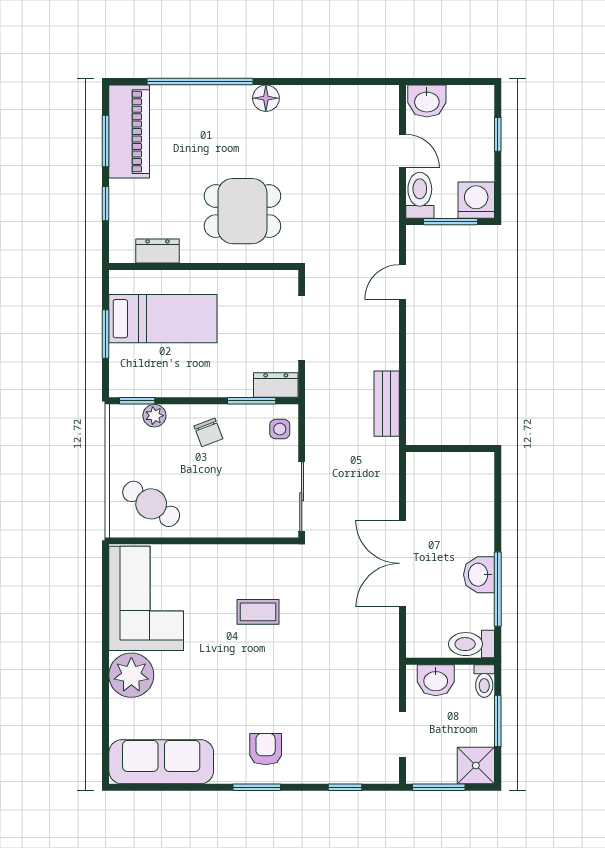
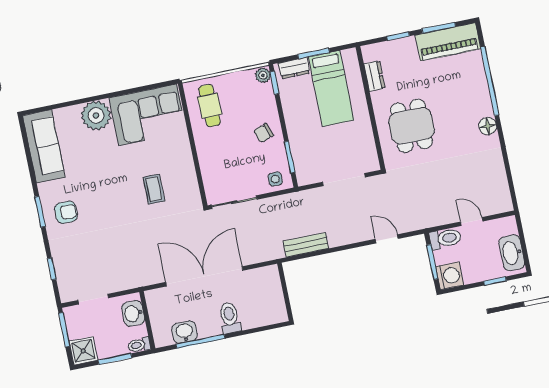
washbasin: (427, 101) -> (512, 253), moved, width x1.38
door: (402, 151) -> (472, 221), swing flipped
dresser: (276, 385) -> (294, 68), moved, turned 90
plant: (154, 416) -> (263, 75), moved
cafe table: (151, 504) -> (210, 106), turned -35
double door: (402, 563) -> (204, 276), width x1.36
washbasin: (479, 575) -> (185, 332), moved
toilet: (471, 644) -> (230, 318), moved

